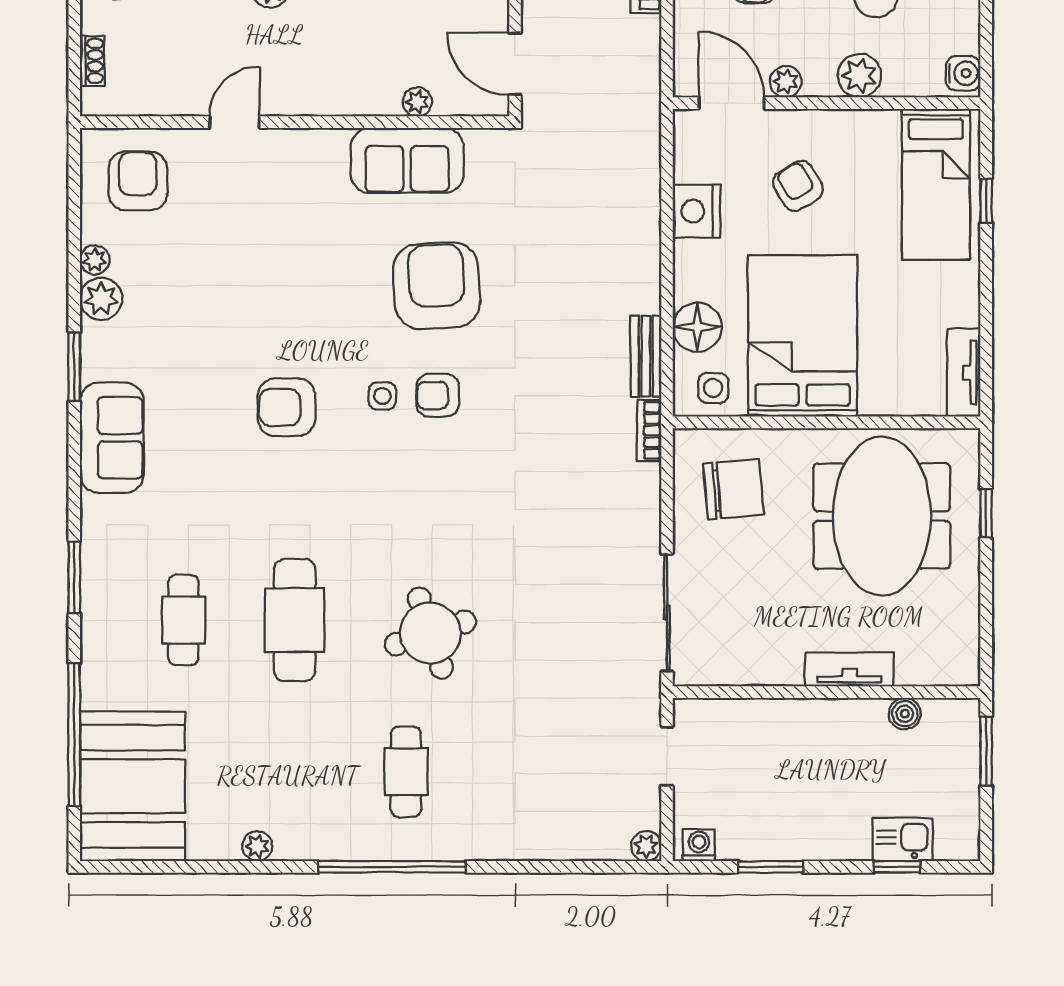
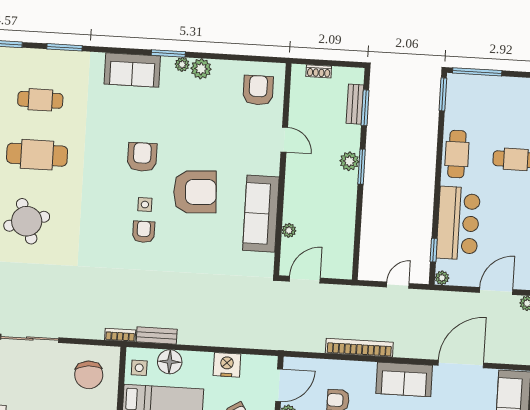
sofa: (407, 160) -> (261, 214), width x1.36
armchair: (138, 181) -> (258, 90), turned -90
plant: (95, 260) -> (182, 64), moved
armchair: (437, 286) -> (195, 192), moved

